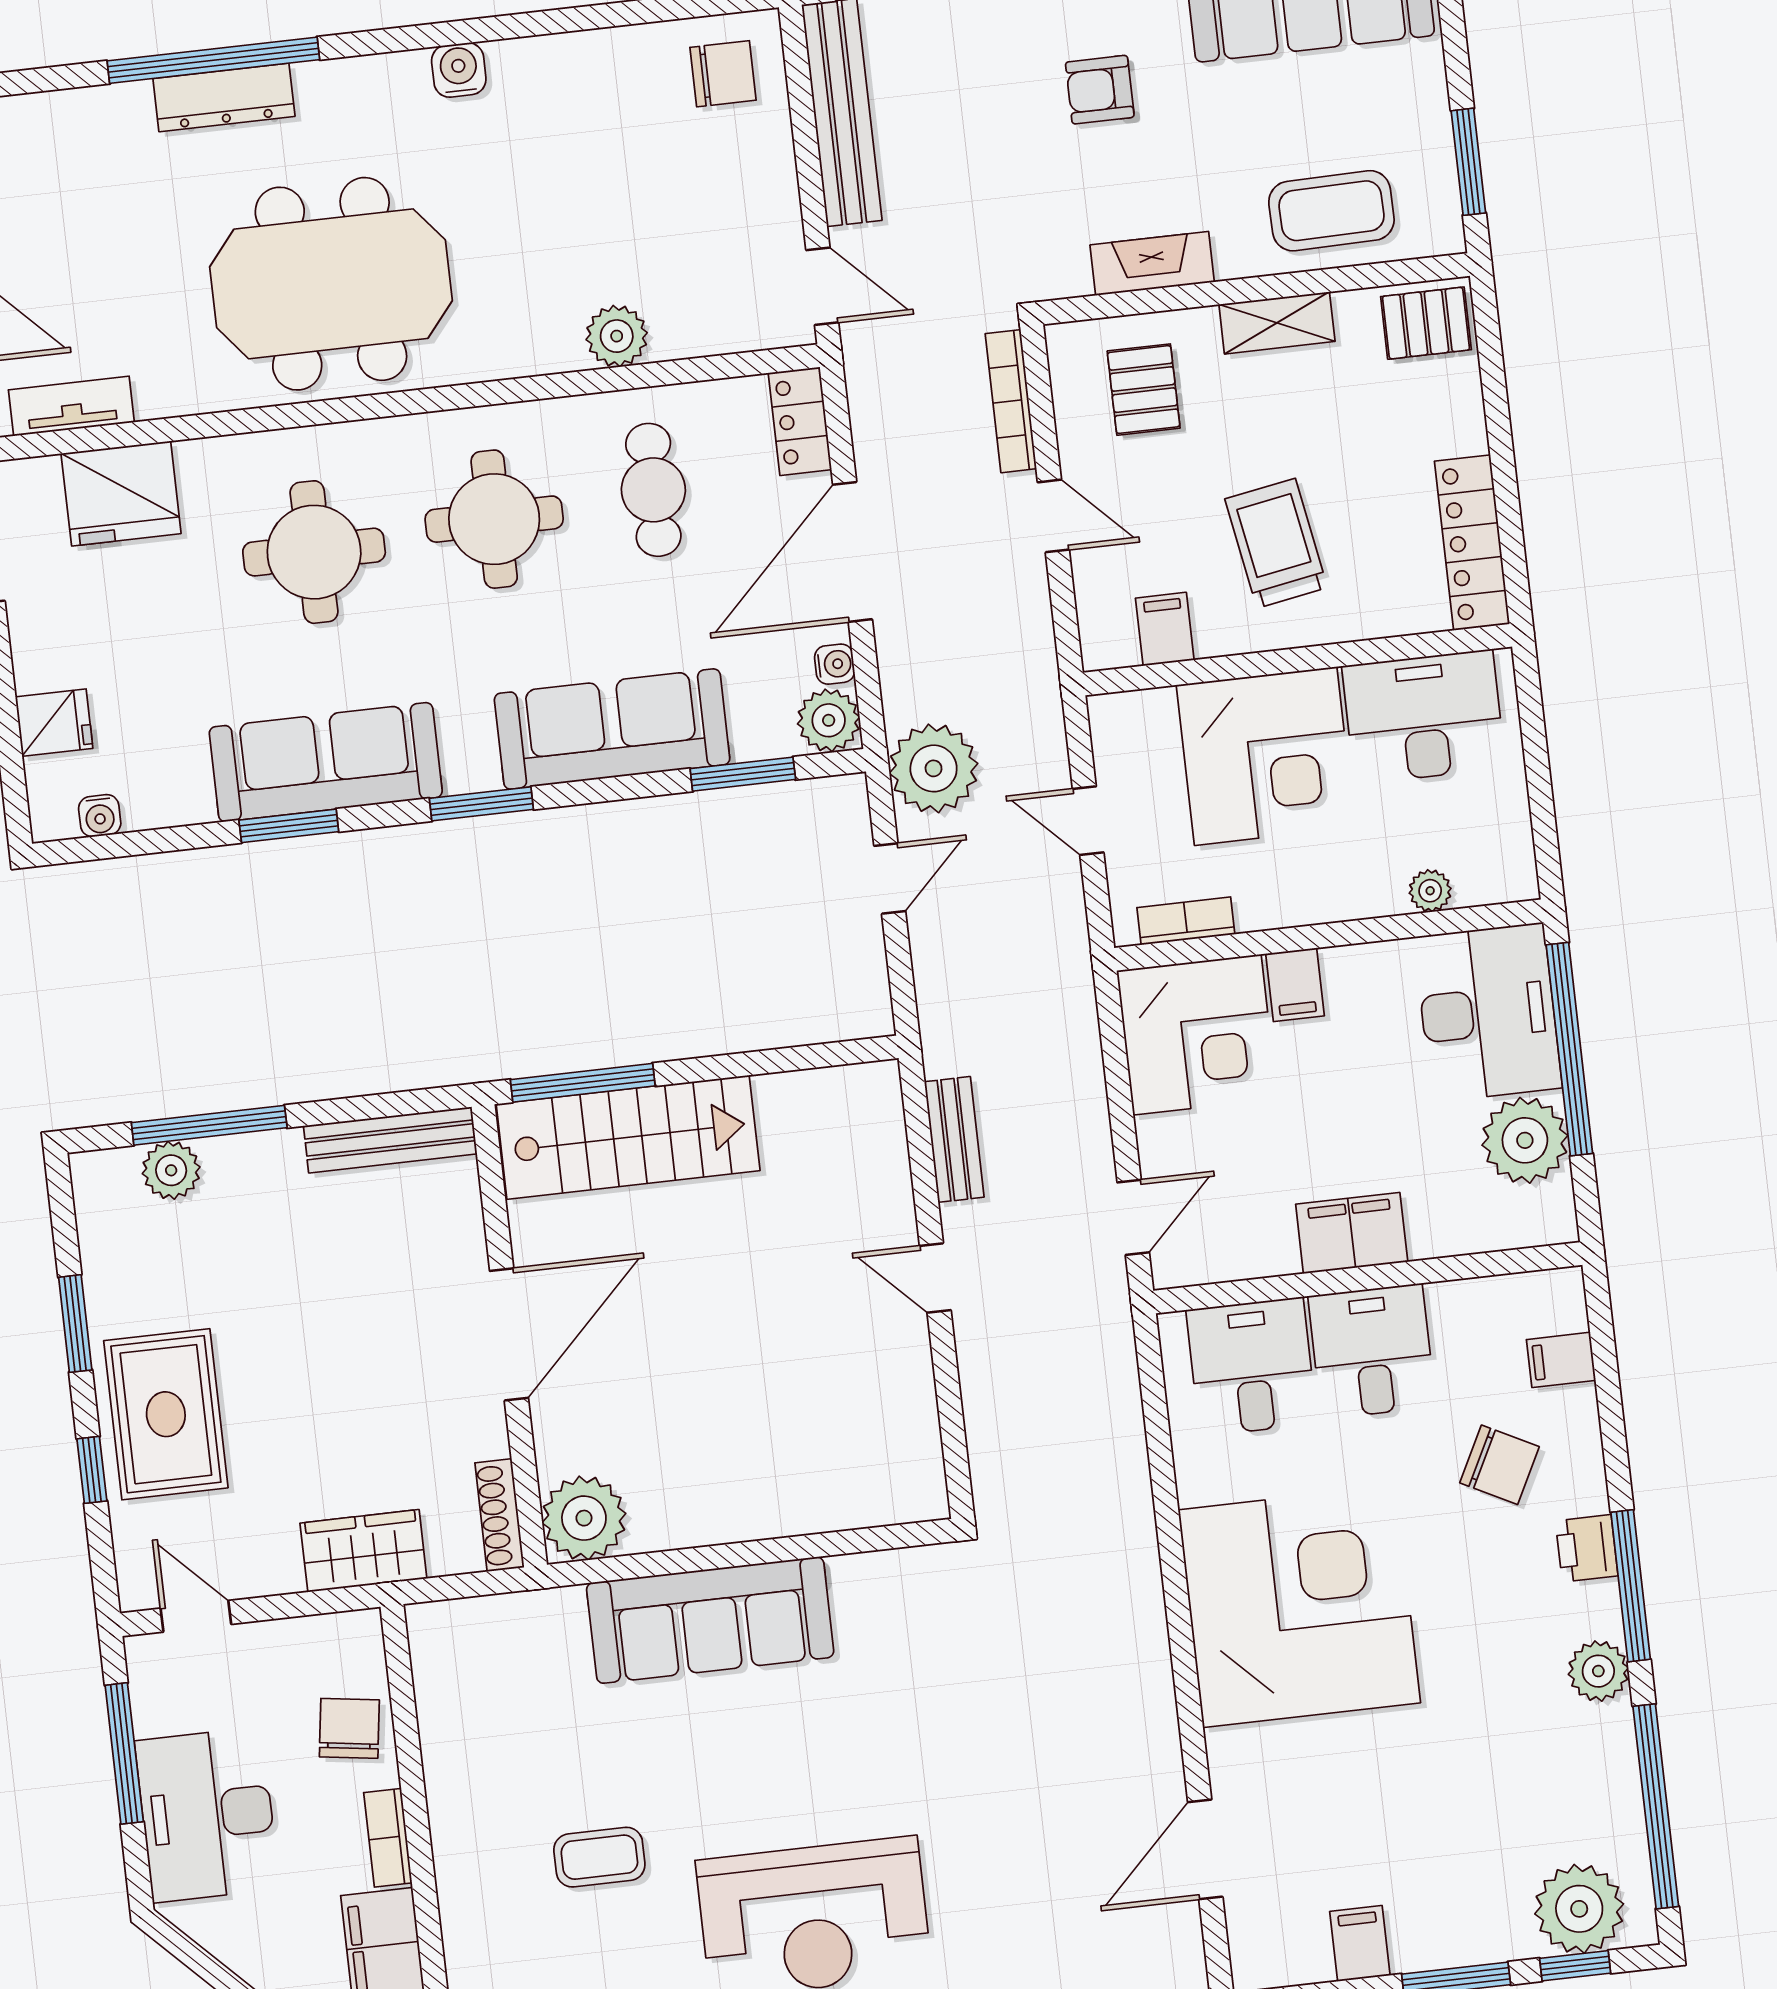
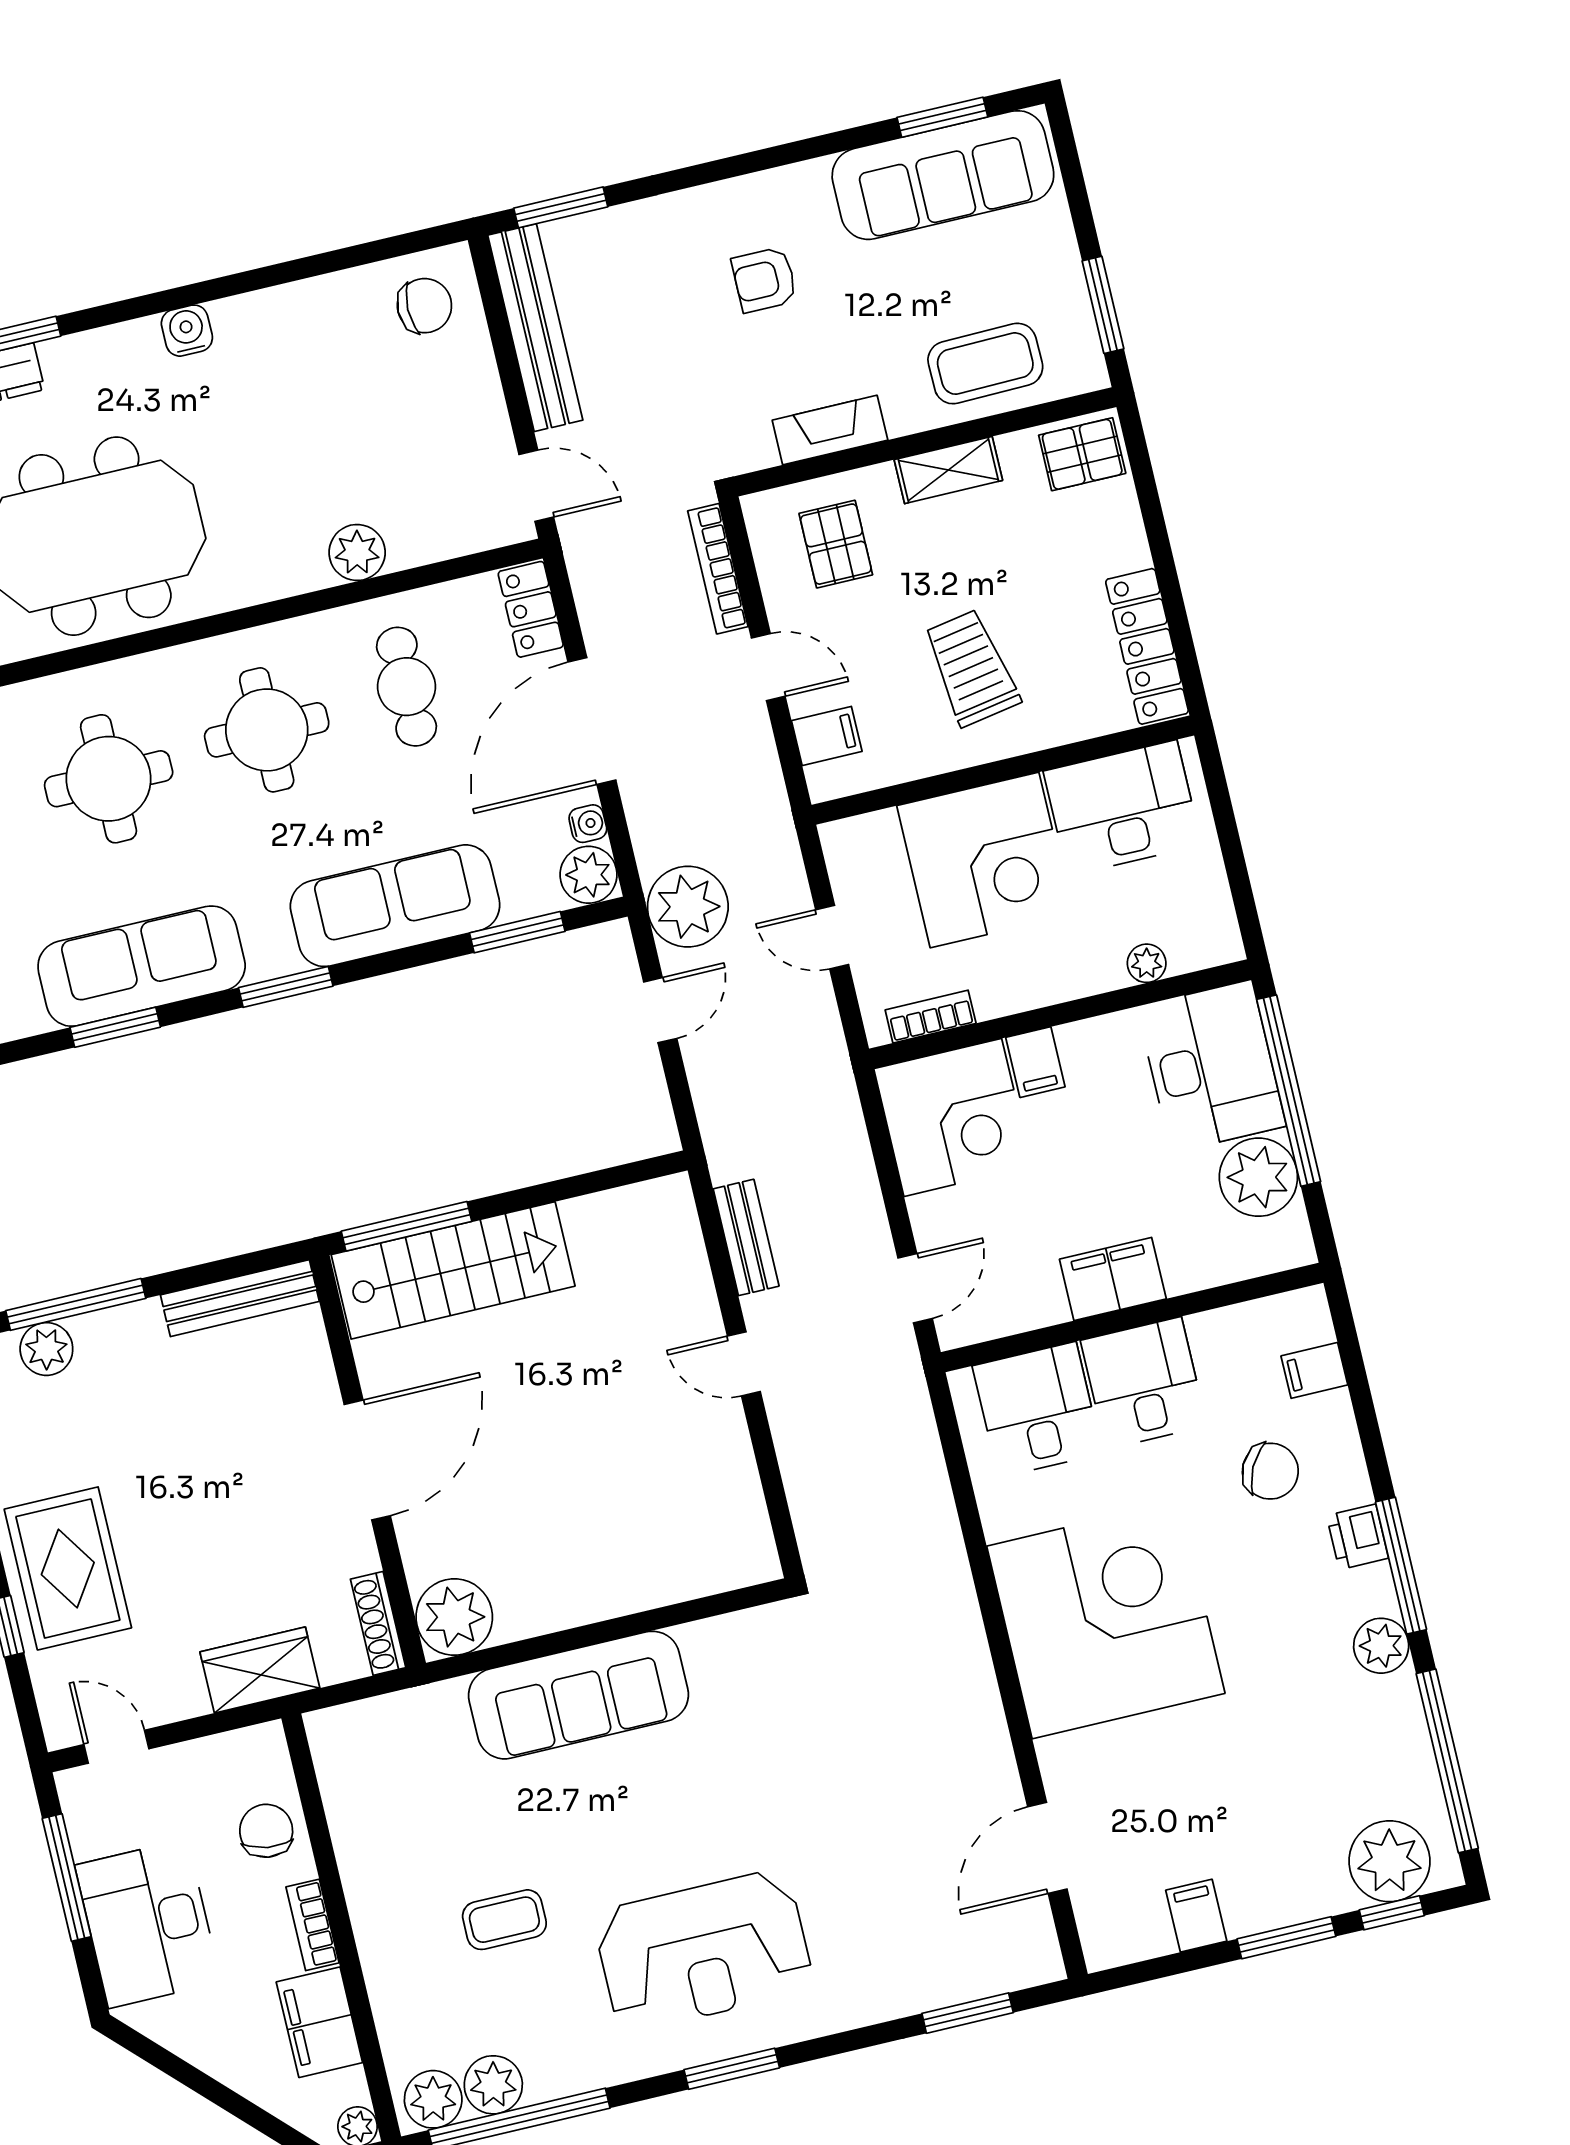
filing cabinet: (1165, 629) -> (827, 736), moved, turned 90

